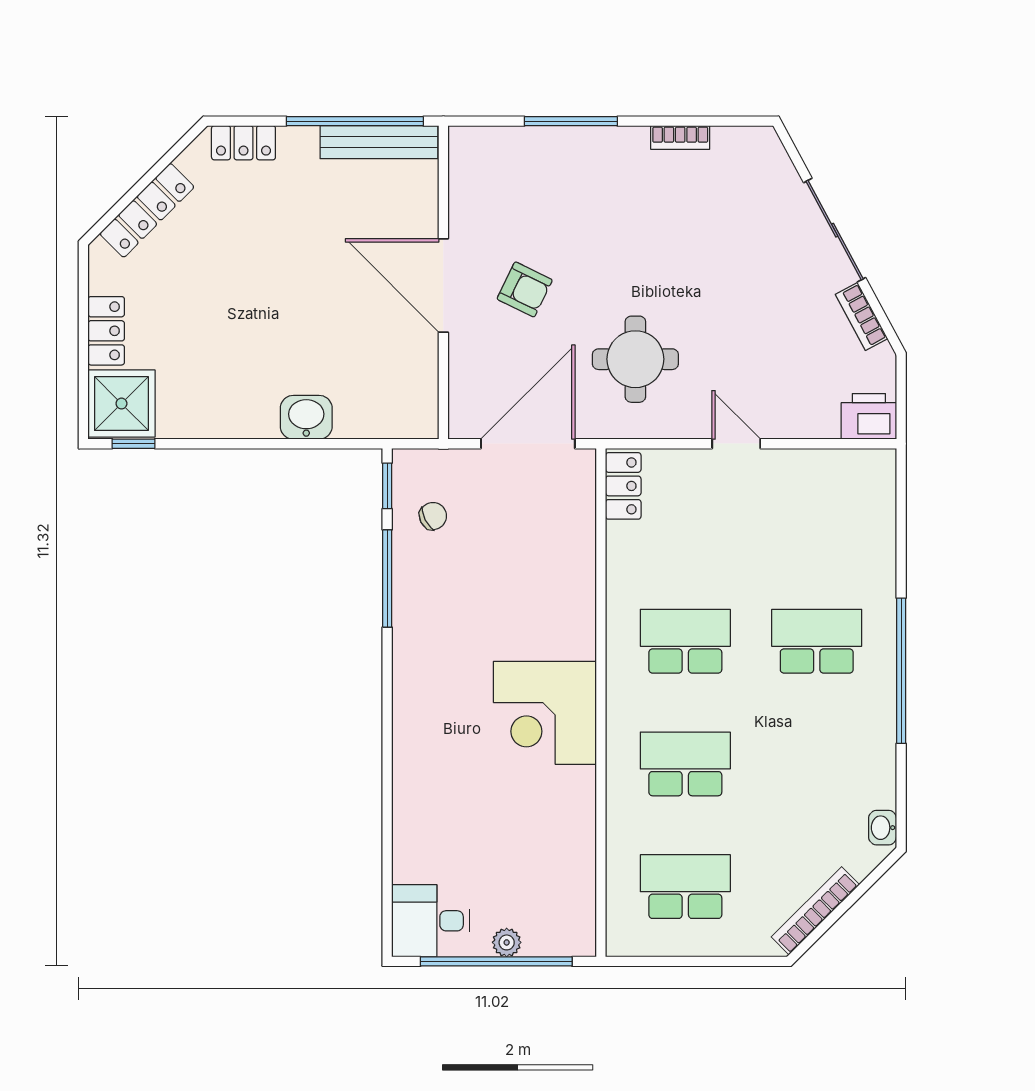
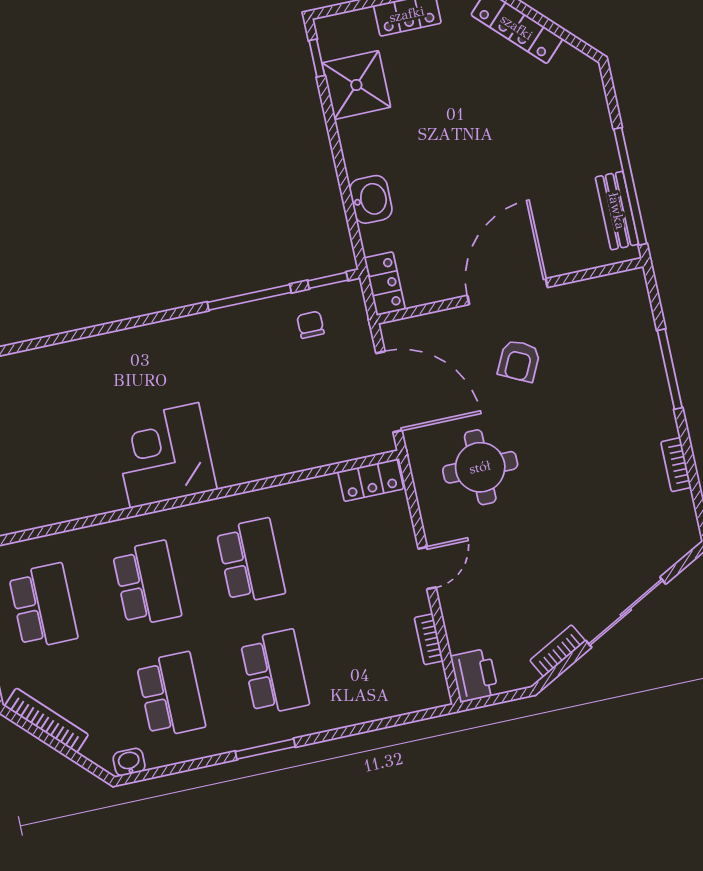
bench: (379, 142) -> (617, 211), width x0.73
locker: (243, 143) -> (385, 283), moved, turned 180
shower: (121, 404) -> (356, 85), moved
bookcase: (817, 459) -> (429, 639), added
chair: (433, 516) -> (310, 325), turned -153
window: (901, 671) -> (265, 749), width x0.47
school desk: (817, 764) -> (171, 695), added

